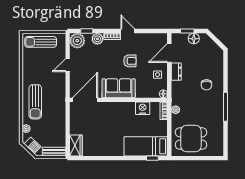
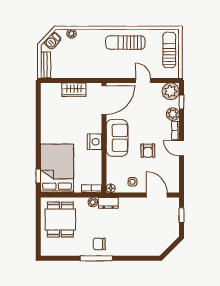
door: (128, 31) -> (182, 148), swing flipped
floor lamp: (194, 39) -> (173, 223), removed
dresser: (176, 72) -> (108, 203), moved
chair: (206, 85) -> (99, 244), moved
door: (85, 100) -> (104, 100), hinge flipped
sun lounger: (35, 102) -> (125, 43), moved
nightstand: (143, 108) -> (94, 142), moved
wardrobe: (76, 145) -> (74, 90), moved
bed: (146, 146) -> (57, 168), width x1.50

